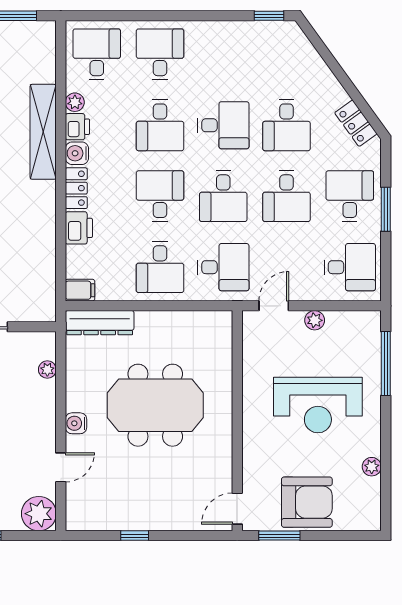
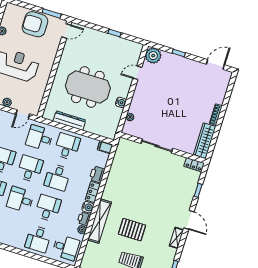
desk: (97, 54) -> (66, 248), turned -90
dresser: (100, 323) -> (69, 121), moved
water cooler: (76, 423) -> (121, 102), moved

